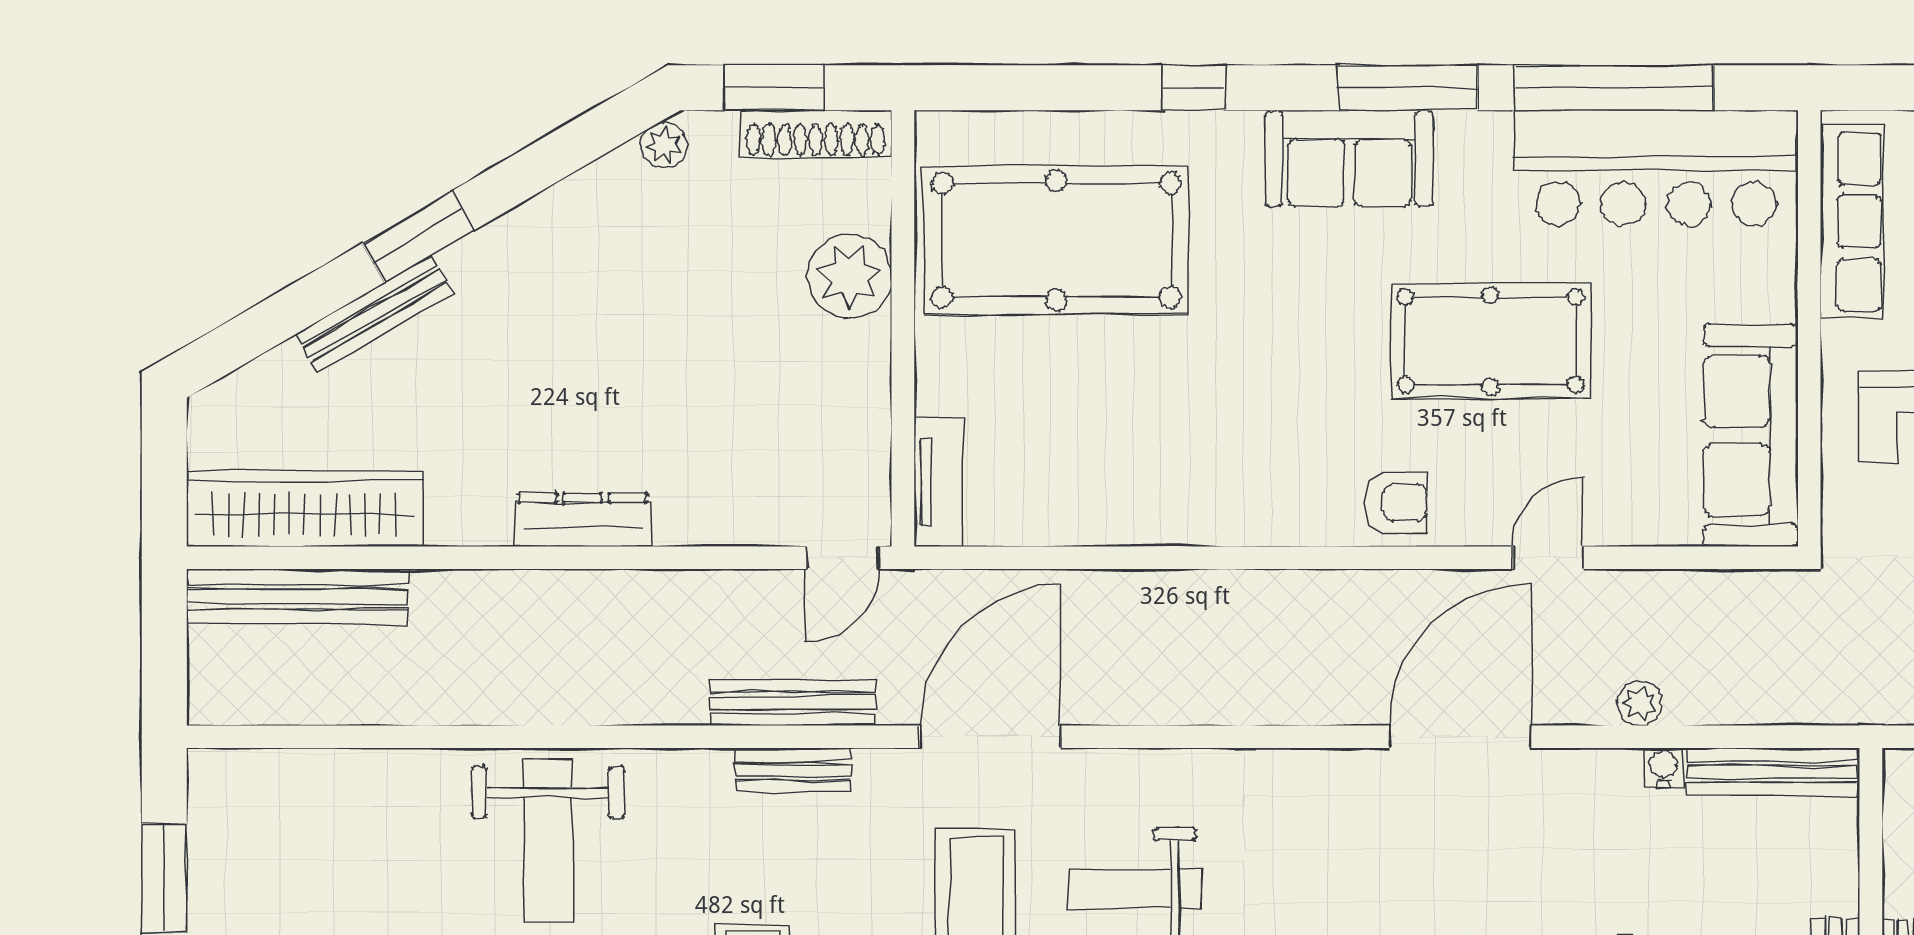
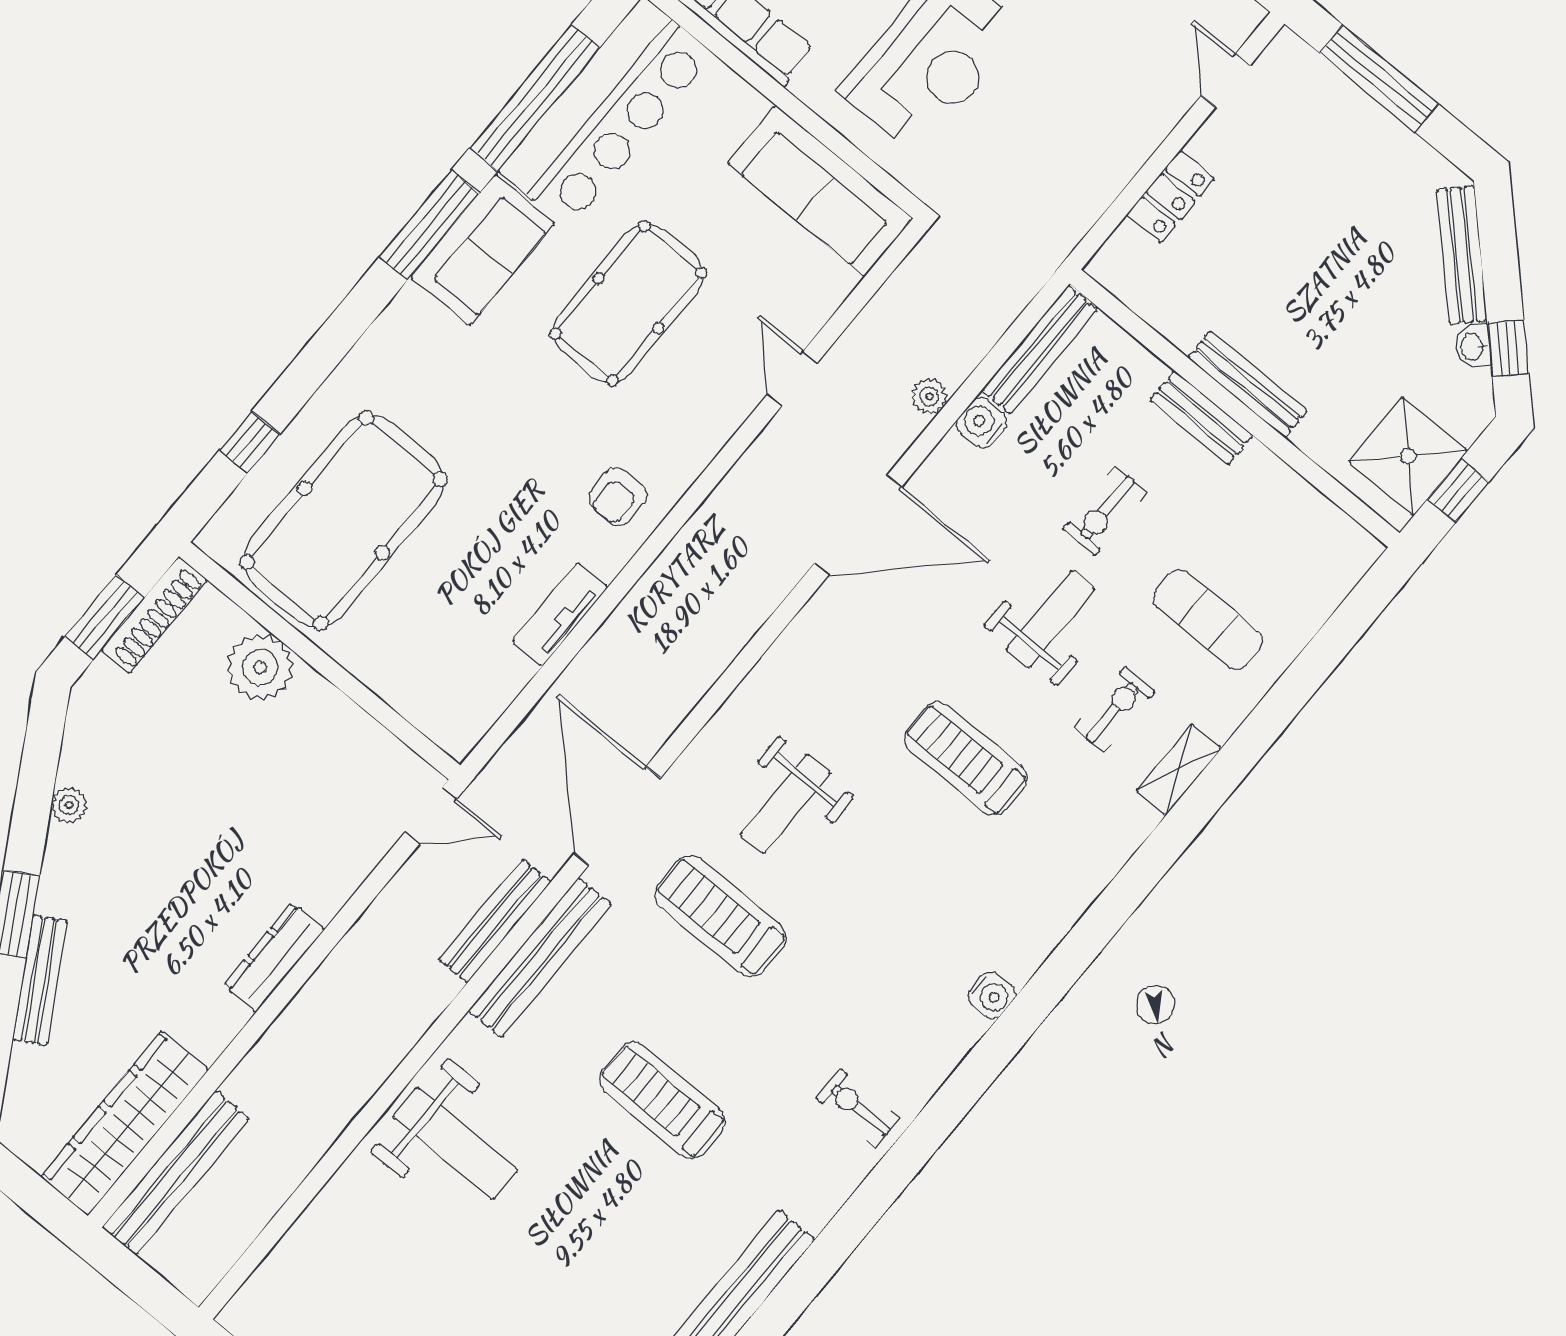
window: (1194, 88) -> (250, 442), moved
plant: (664, 145) -> (69, 805), moved
sofa: (1349, 158) -> (482, 250), moved
tv unit: (939, 482) -> (560, 614), moved, turned -90
armchair: (1396, 503) -> (618, 497), moved, turned 180
door: (843, 558) -> (431, 816), hinge flipped
door: (1460, 737) -> (858, 525), swing flipped
water cooler: (1663, 767) -> (982, 423), width x1.38, depth x1.38
bench: (793, 770) -> (540, 958), width x1.86, depth x1.21

